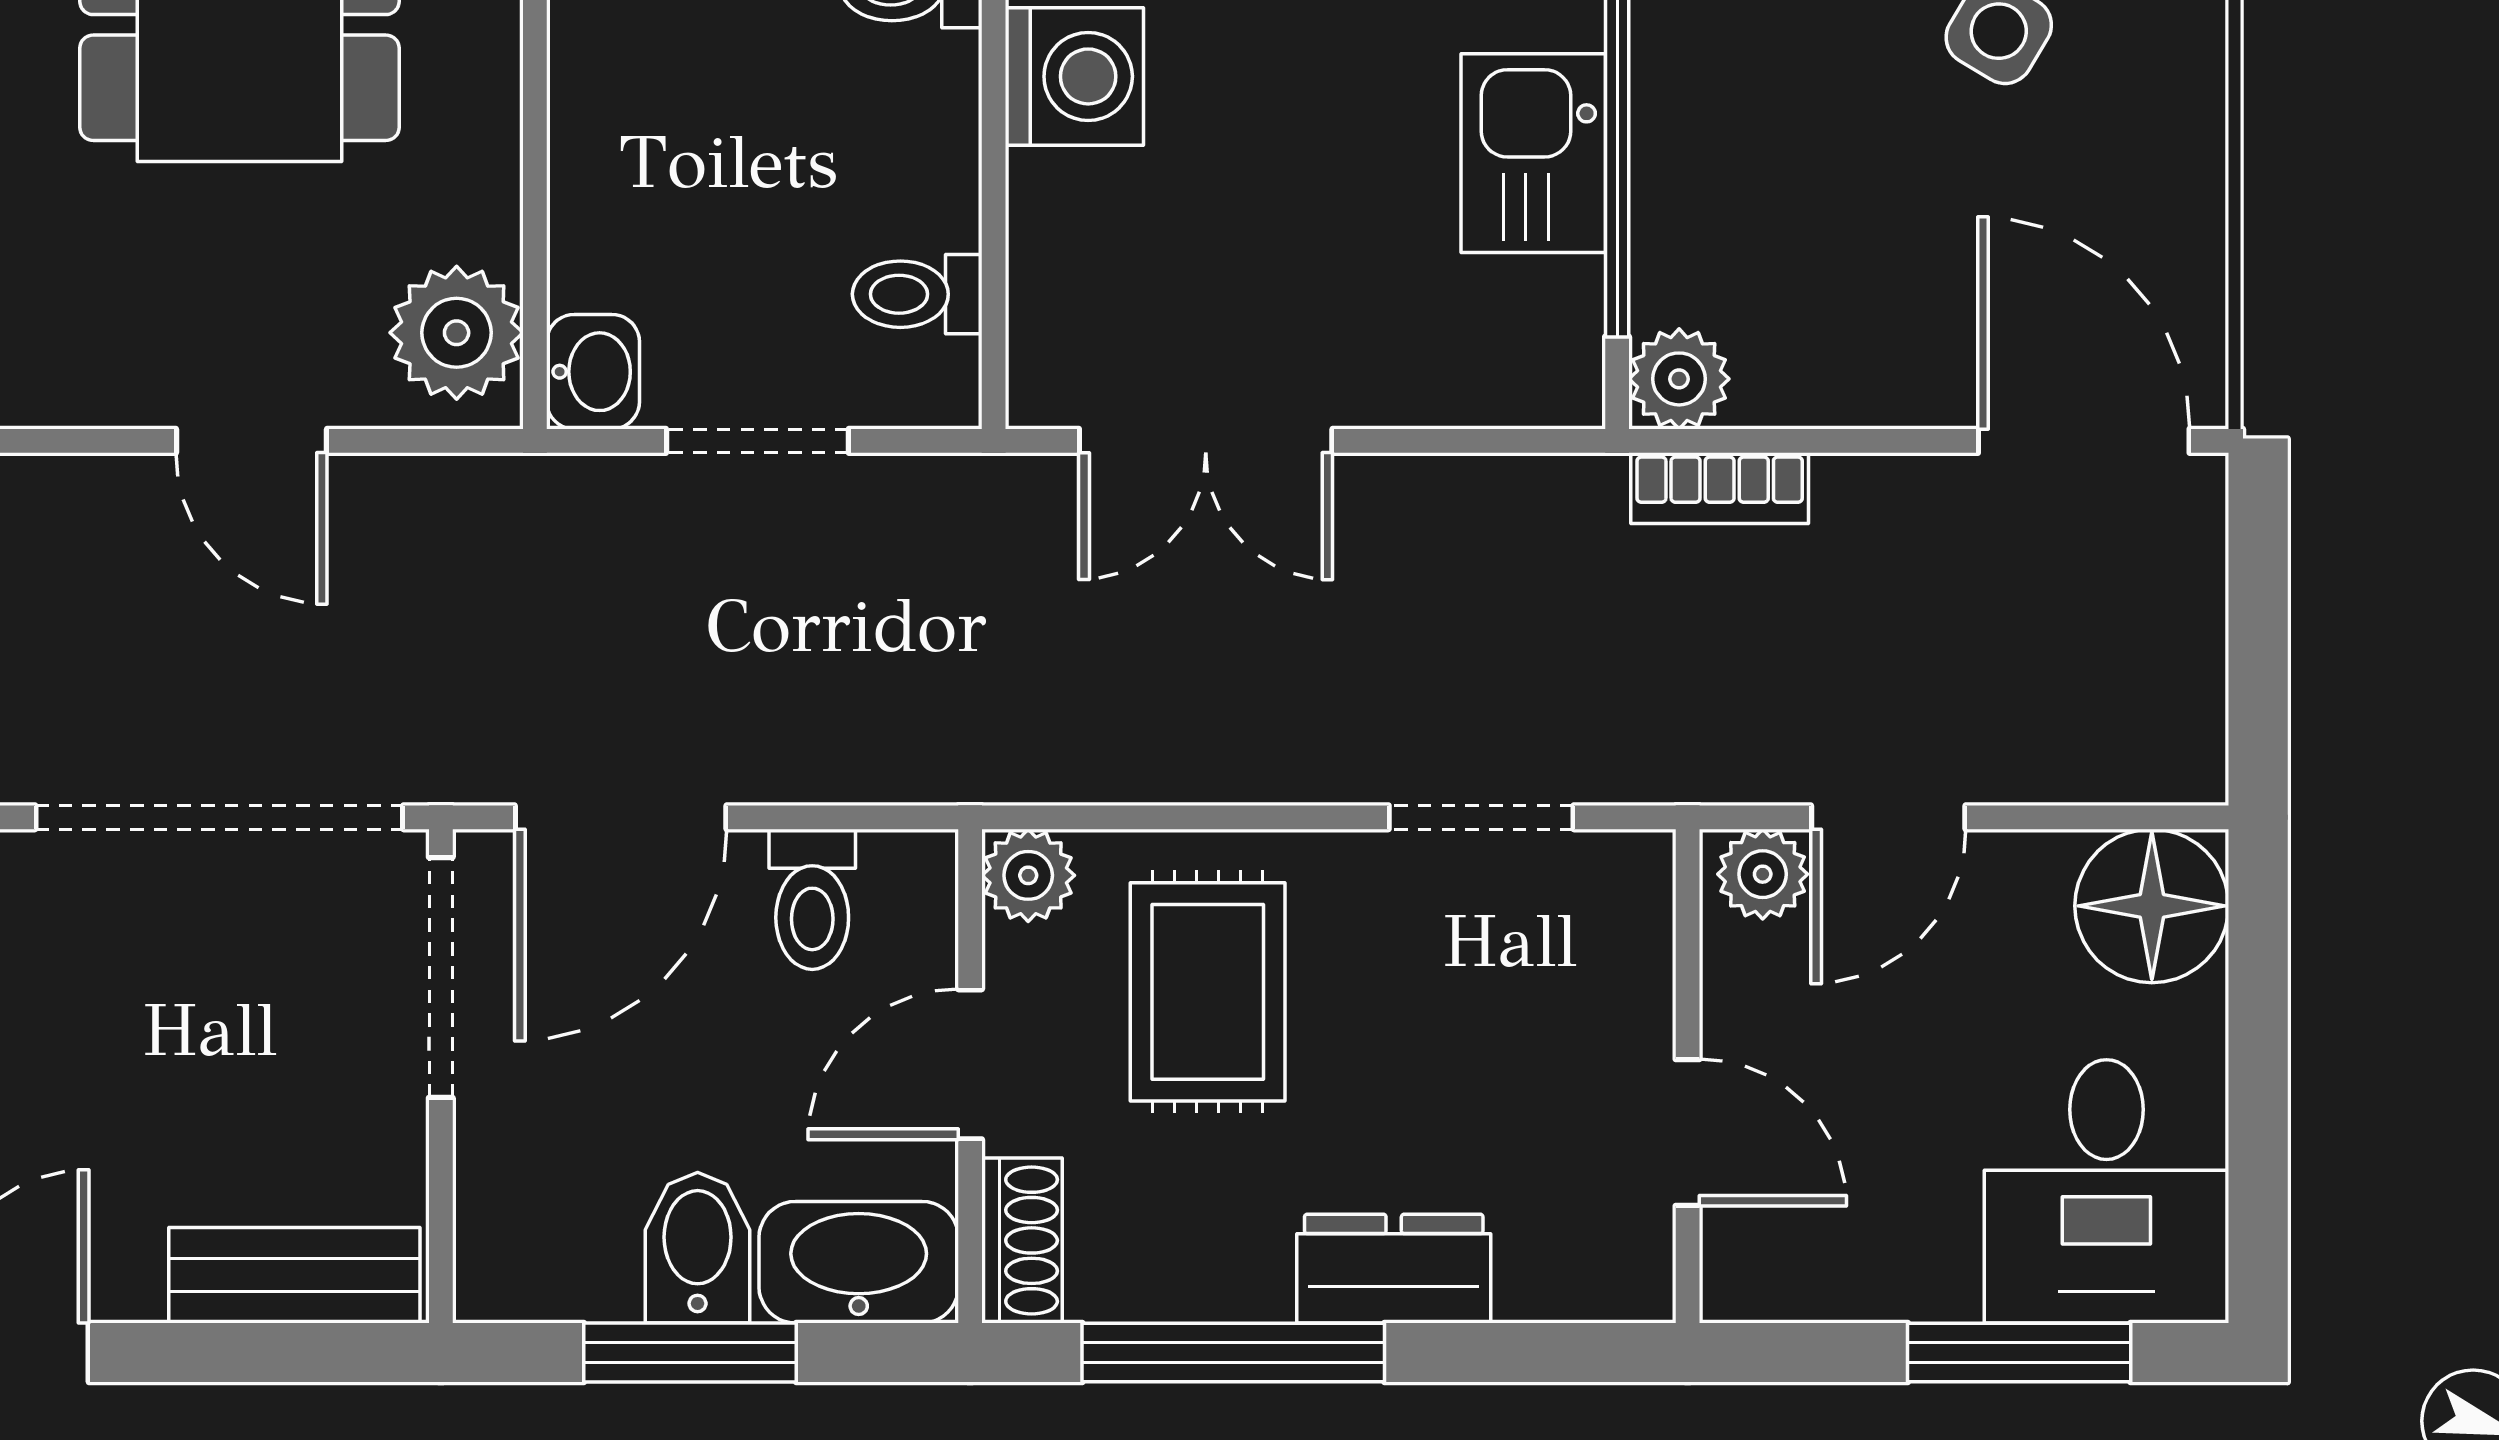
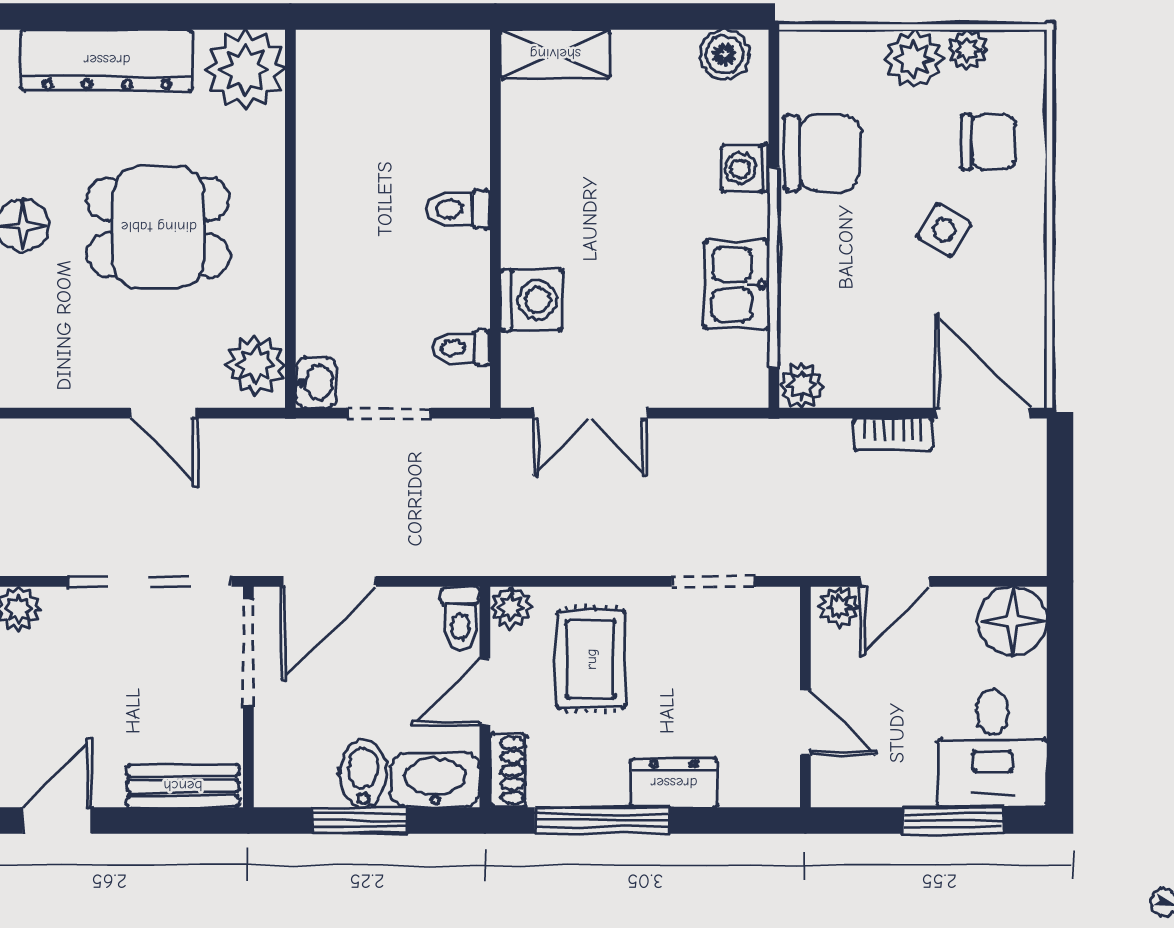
washing machine: (1074, 76) -> (531, 300), moved
bookcase: (1720, 488) -> (893, 434), moved
toilet: (812, 899) -> (460, 618), moved

